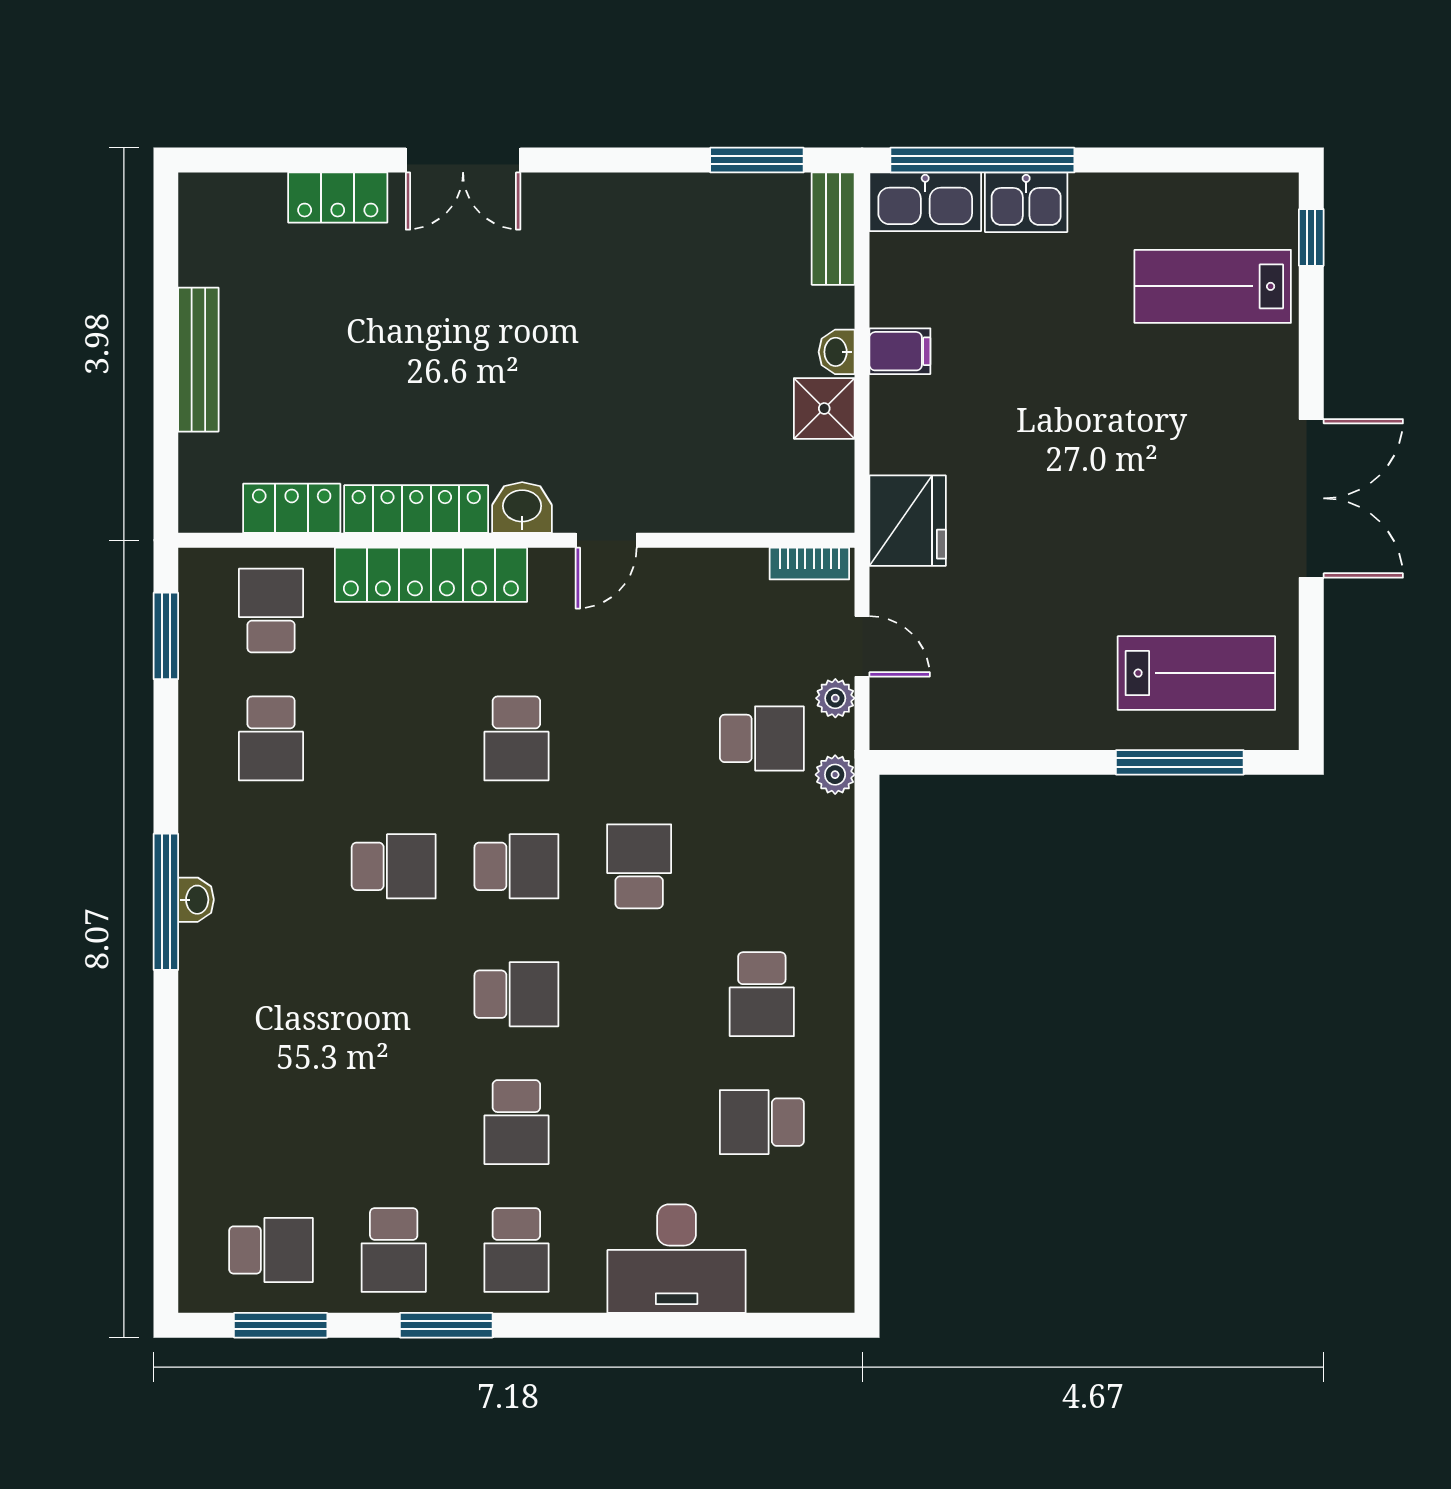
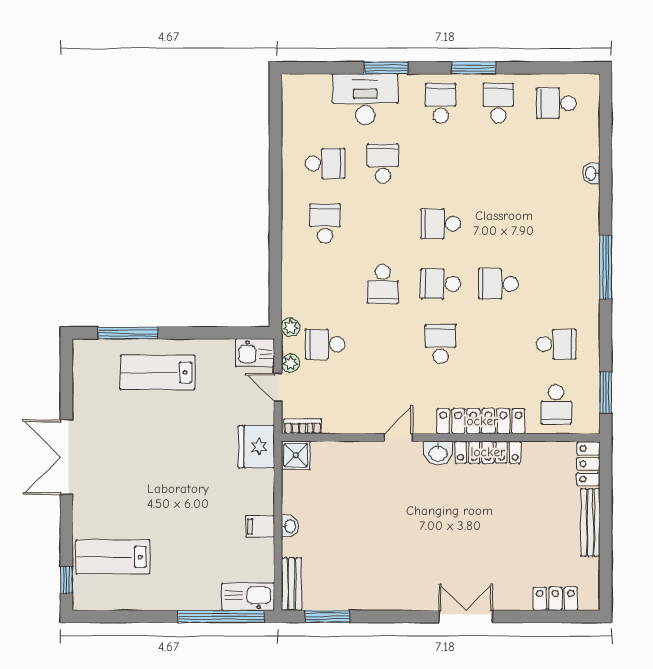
locker: (338, 197) -> (555, 599), moved
kitchen sink: (1026, 202) -> (255, 353), moved, turned 180
lab bench: (1213, 286) -> (113, 557), turned 180
shower: (824, 408) -> (296, 455), moved
locker: (292, 508) -> (588, 464), moved, turned 90
lab bench: (1196, 673) -> (158, 372), moved
school desk: (271, 738) -> (556, 344), turned 90
washbasin: (196, 900) -> (591, 173), moved
school desk: (516, 1122) -> (383, 163), moved
window: (281, 1325) -> (386, 68), moved

